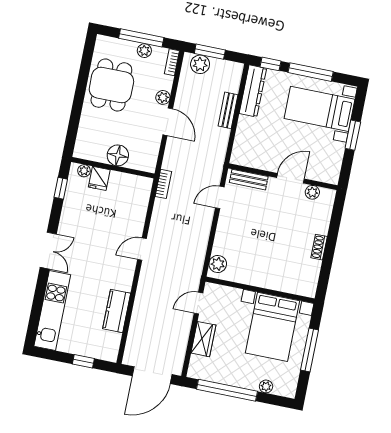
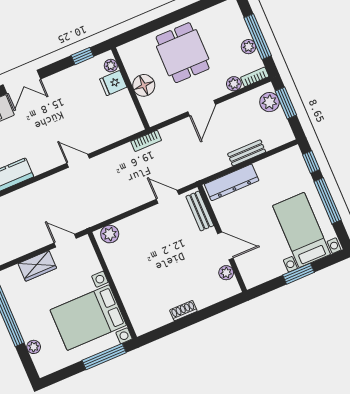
dining table: (111, 85) -> (183, 53), moved, turned 90
dresser: (253, 91) -> (232, 182), moved
plant: (163, 97) -> (234, 84), moved
window: (309, 350) -> (104, 357), moved

